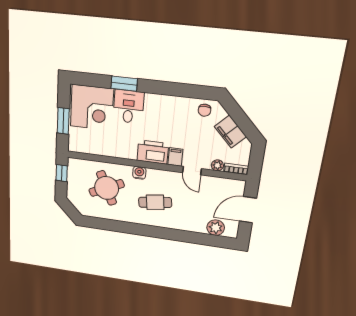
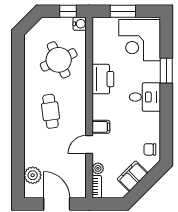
desk: (128, 107) -> (145, 97), moved
printer: (153, 152) -> (103, 79), moved
water cooler: (139, 173) -> (80, 24), moved

